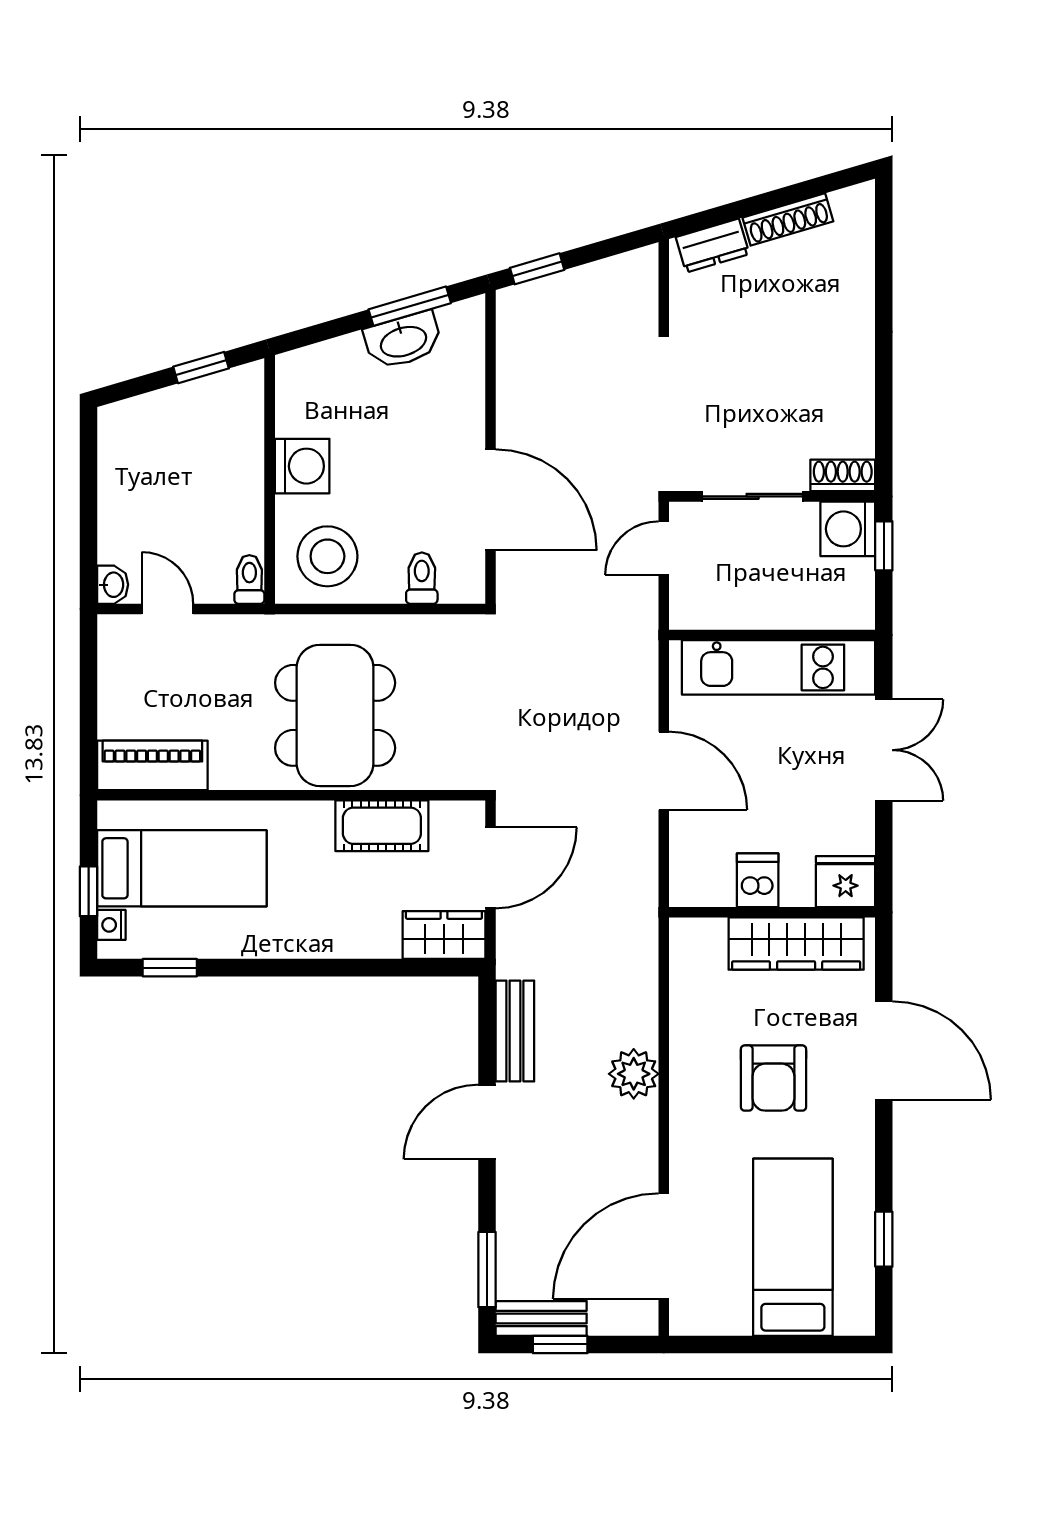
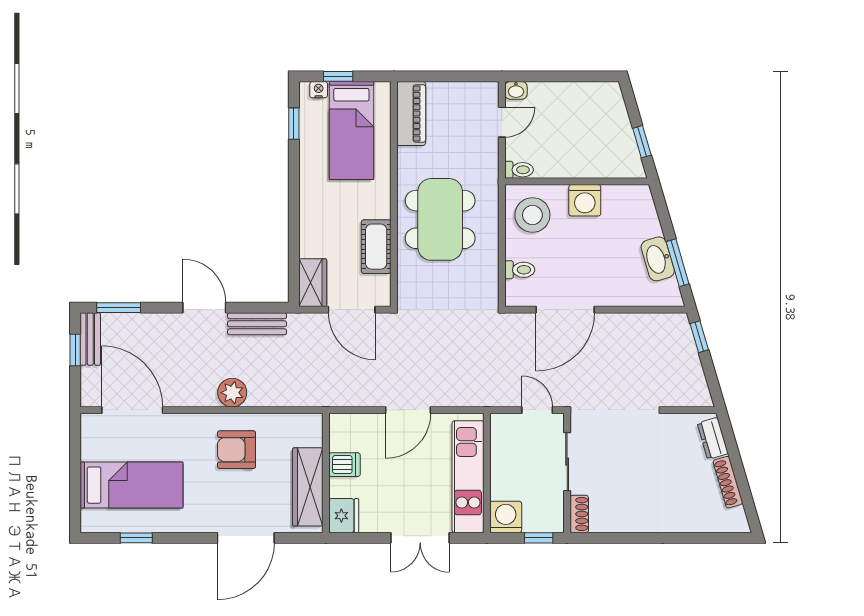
washing machine: (848, 529) -> (506, 517), moved
dining table: (335, 715) -> (440, 219), turned 90
armchair: (773, 1078) -> (237, 450), moved

